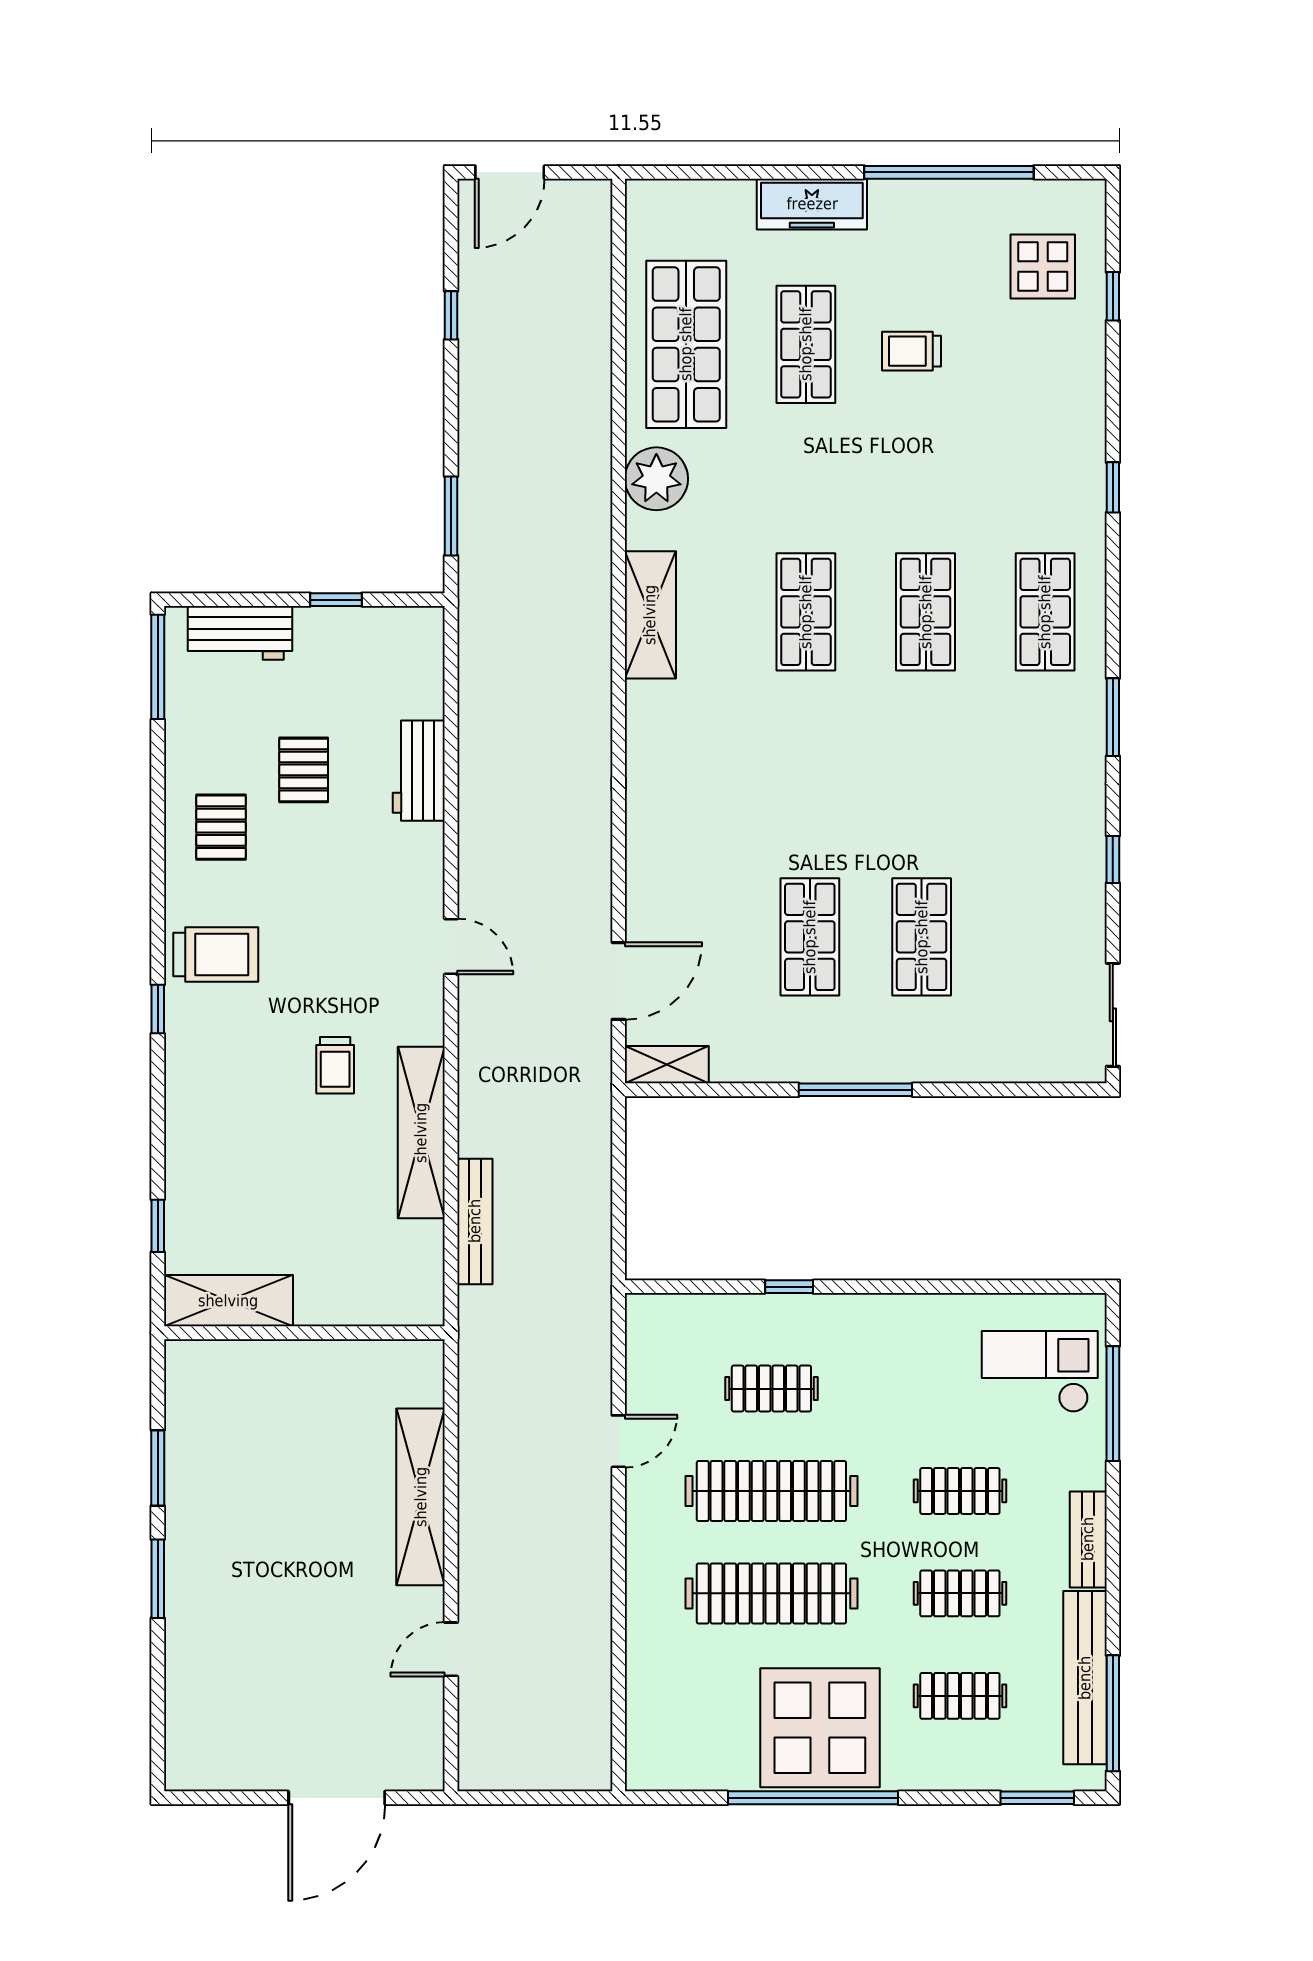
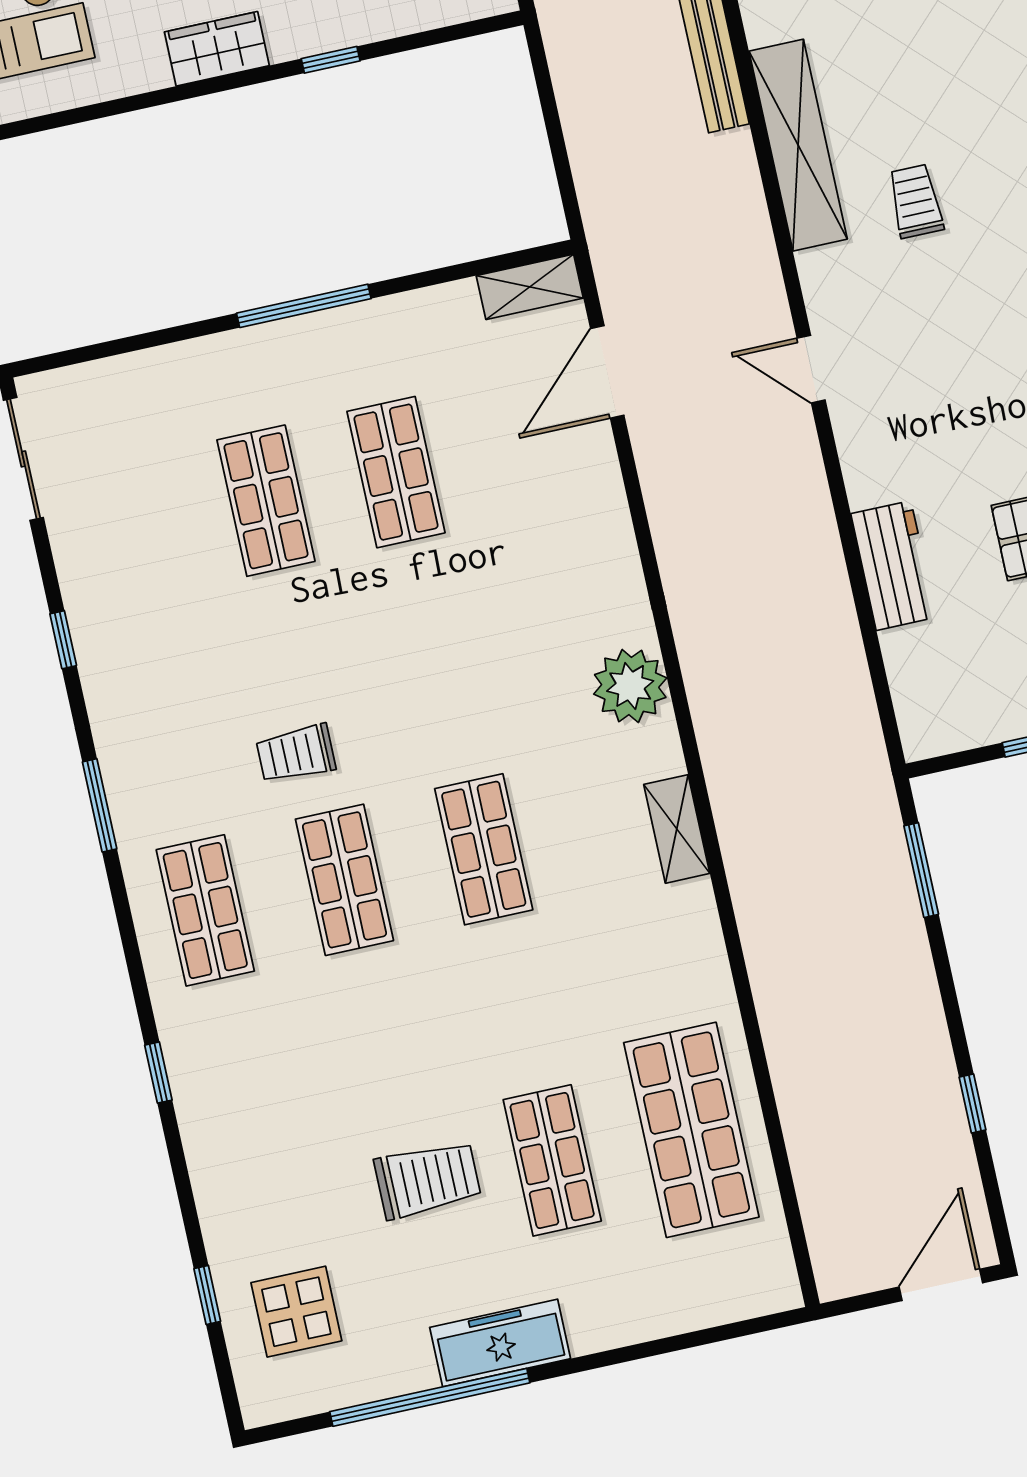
freezer: (812, 204) -> (500, 1343), moved
trolley: (911, 351) -> (428, 1180), width x1.36, depth x1.39
plant: (656, 479) -> (630, 686), moved
shelving: (650, 615) -> (677, 829), width x0.67, depth x0.75
trolley: (943, 724) -> (296, 754), added
wardrobe: (880, 1316) -> (217, 49), added

